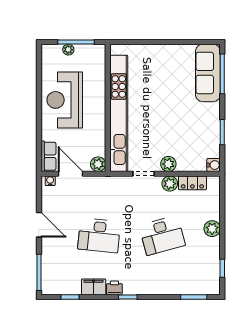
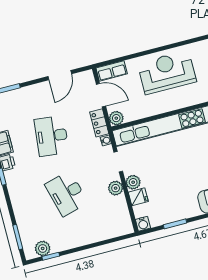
fridge: (185, 163) -> (138, 197), added
door: (70, 174) -> (101, 95), hinge flipped
water cooler: (50, 181) -> (106, 140), moved
locker: (192, 183) -> (99, 123), moved
door: (39, 225) -> (60, 75), moved
plant: (212, 229) -> (43, 248), moved

